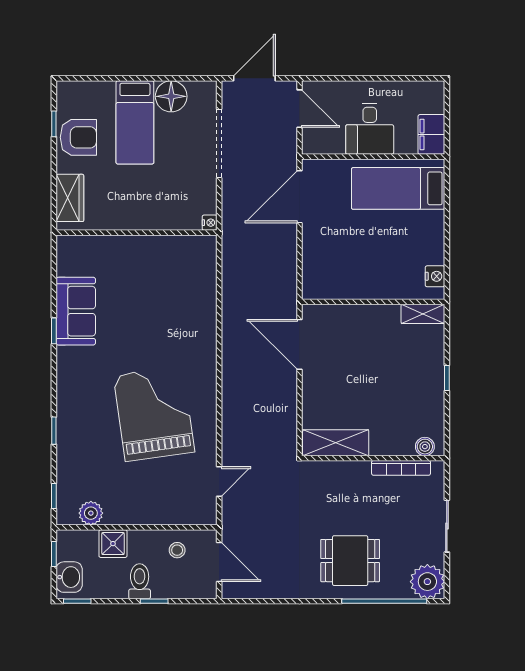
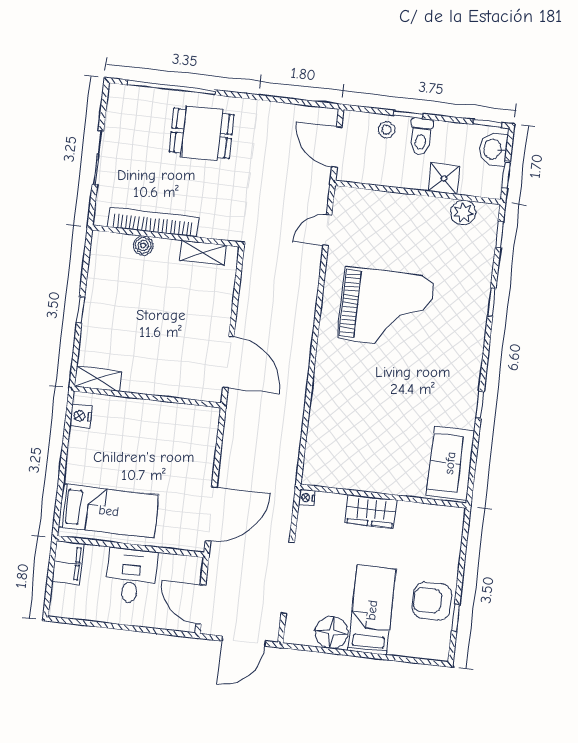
wardrobe: (70, 198) -> (371, 511), moved, turned -90
sofa: (76, 311) -> (450, 463), moved
grand piano: (154, 414) -> (386, 308), turned -82
shelving: (336, 443) -> (203, 253), width x0.67, depth x0.75
boiler: (425, 447) -> (143, 245), moved
bookcase: (401, 468) -> (153, 222), width x1.48, depth x1.31
stool: (177, 550) -> (387, 130), moved
plant: (427, 582) -> (125, 103), removed

